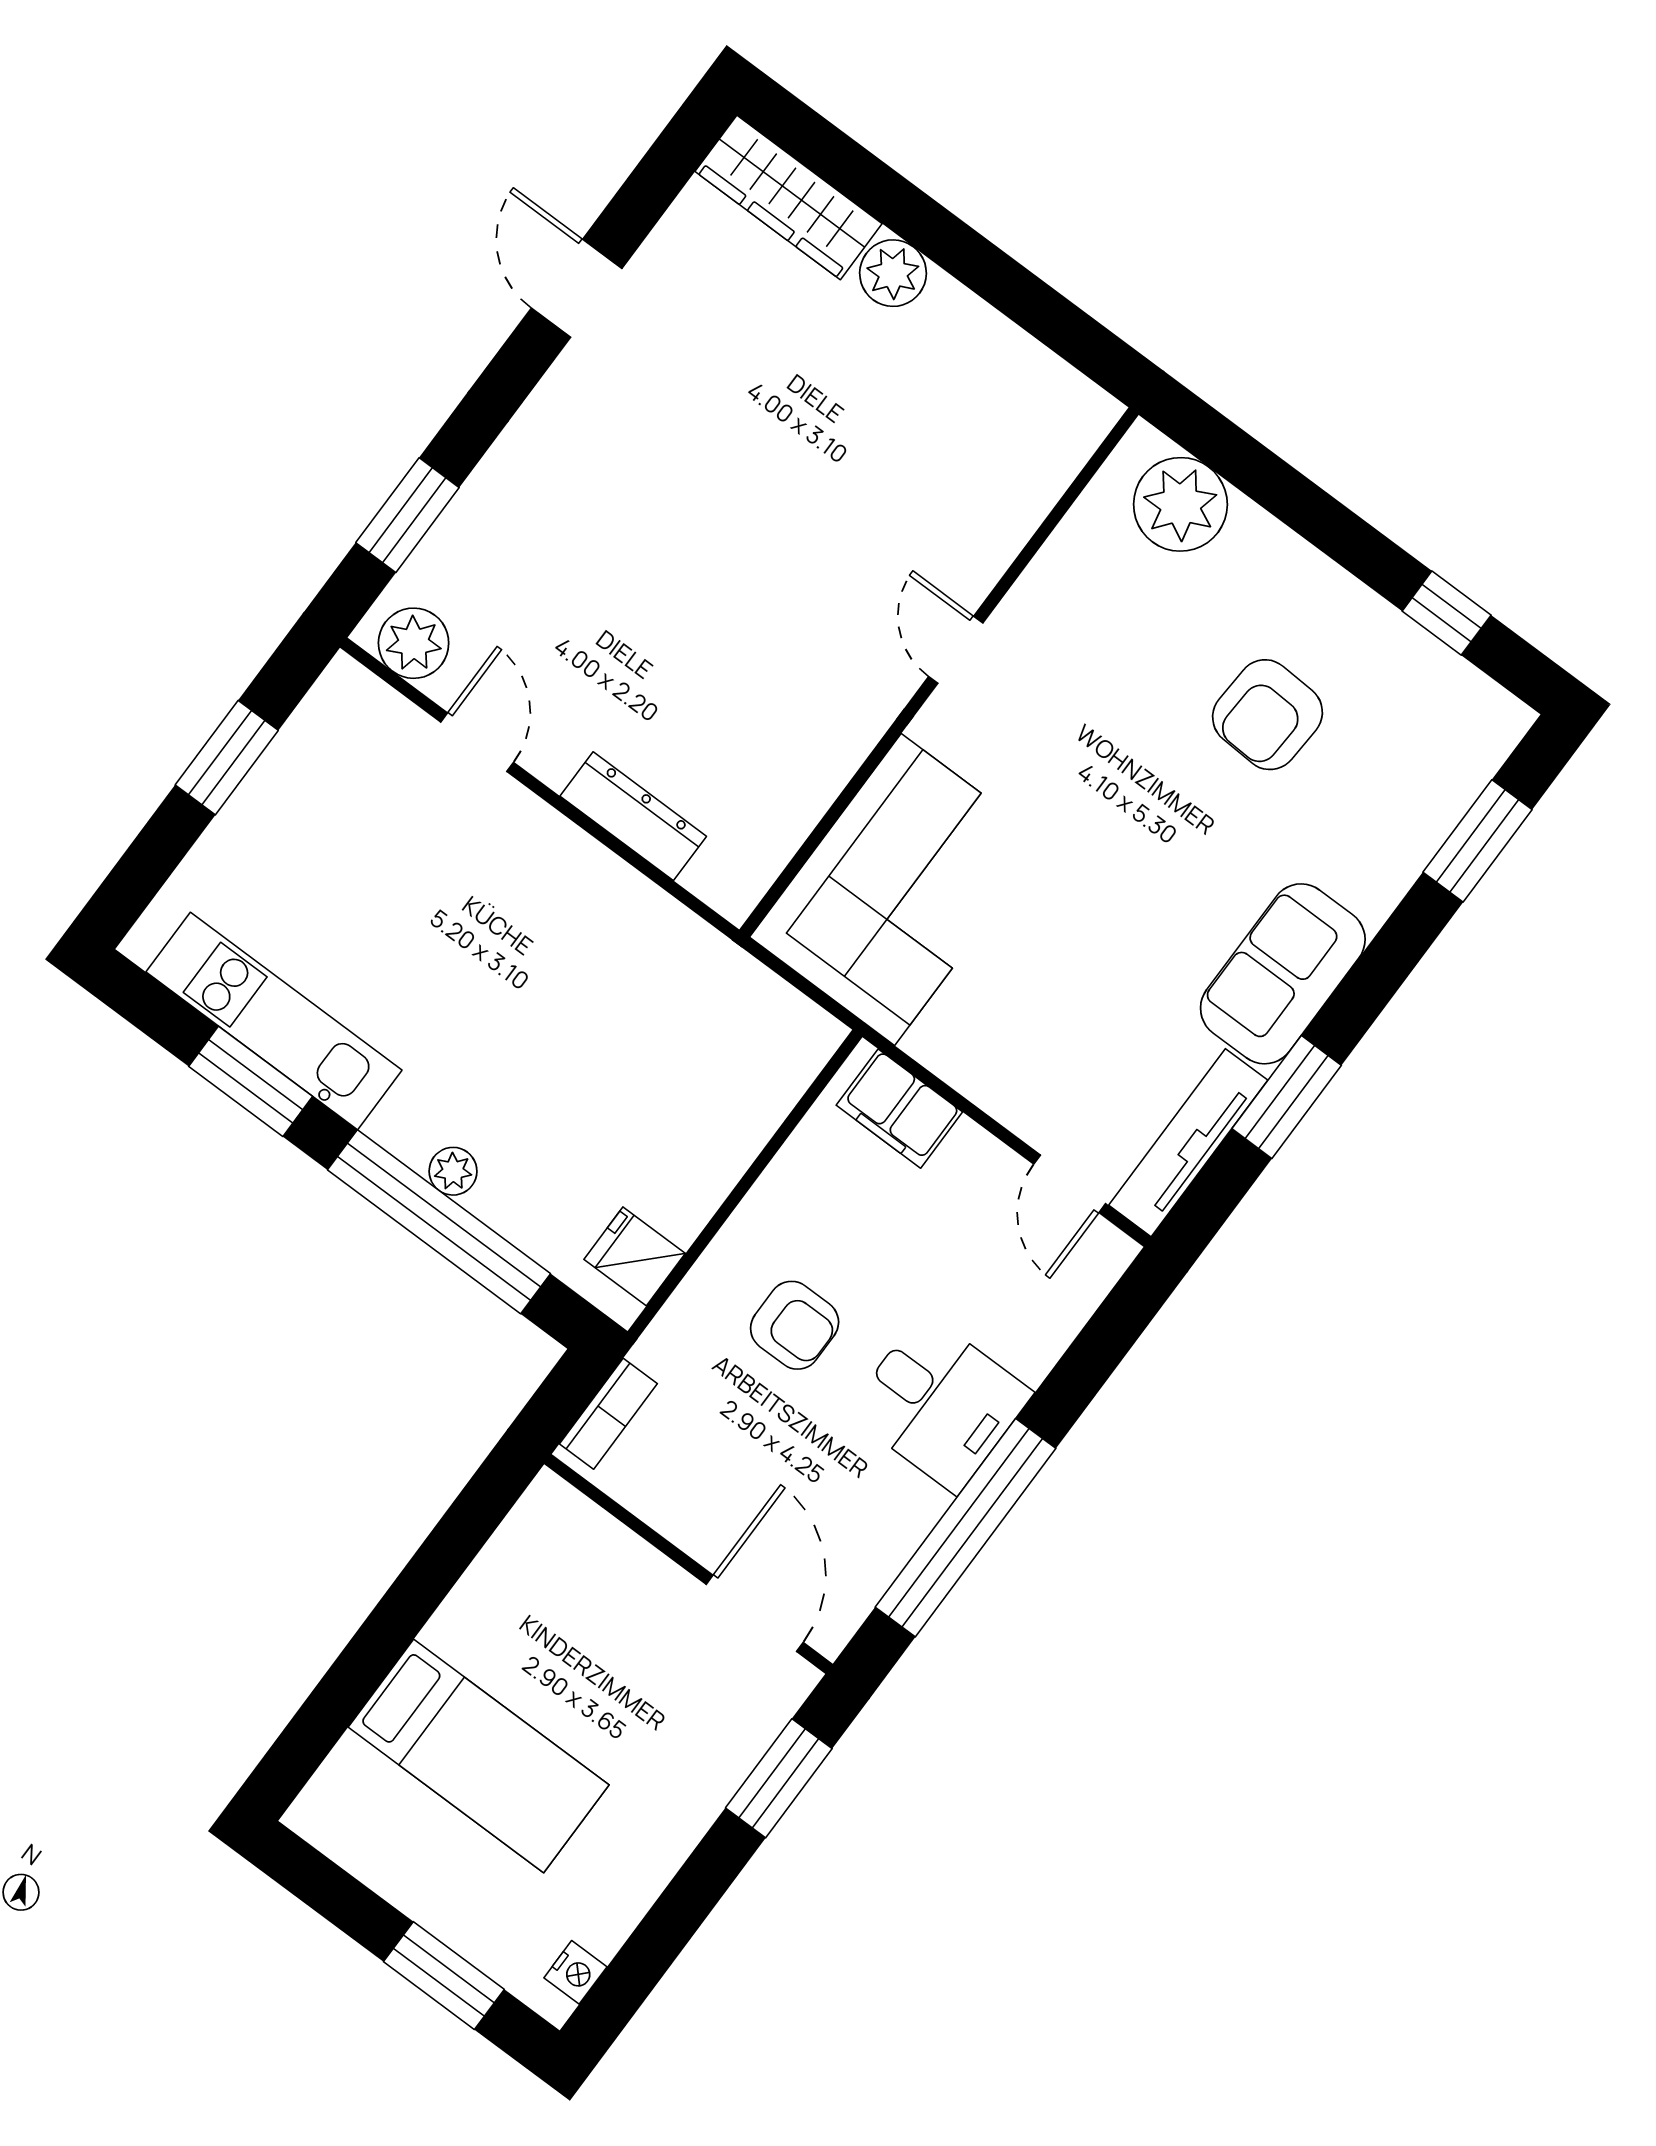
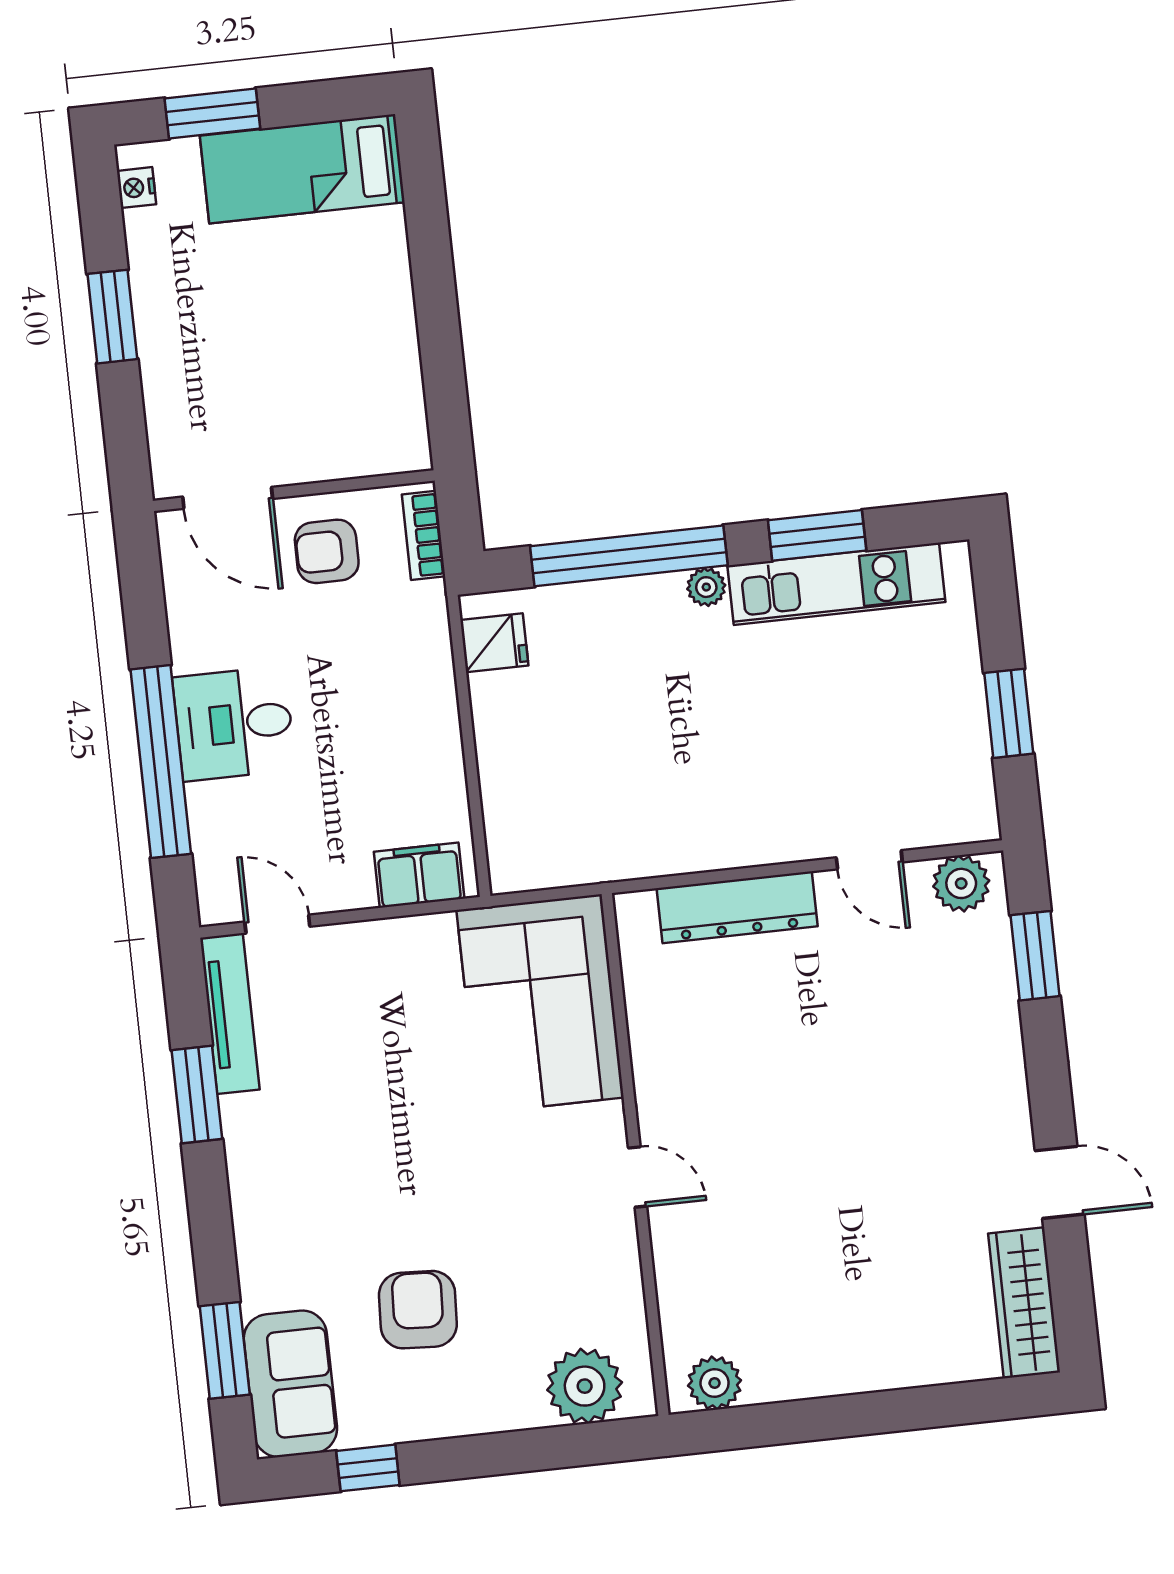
wardrobe: (789, 198) -> (1024, 1303), moved, turned -90
plant: (893, 273) -> (715, 1383), moved
dresser: (633, 816) -> (737, 907), width x1.37, depth x1.24
sofa: (1283, 974) -> (290, 1384), moved
plant: (453, 1171) -> (706, 587), moved
armchair: (795, 1325) -> (327, 551), moved
window: (966, 1528) -> (161, 762), moved
bed: (479, 1756) -> (302, 169), moved
window: (779, 1778) -> (112, 317), moved

